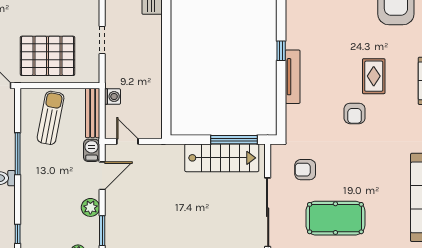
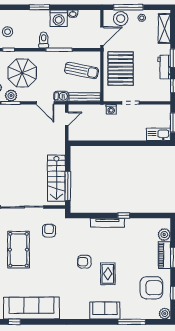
rug: (374, 76) -> (108, 274), turned 90
washing machine: (112, 97) -> (111, 109), moved
plant: (90, 207) -> (11, 96), moved
parasol: (55, 212) -> (22, 73), added

